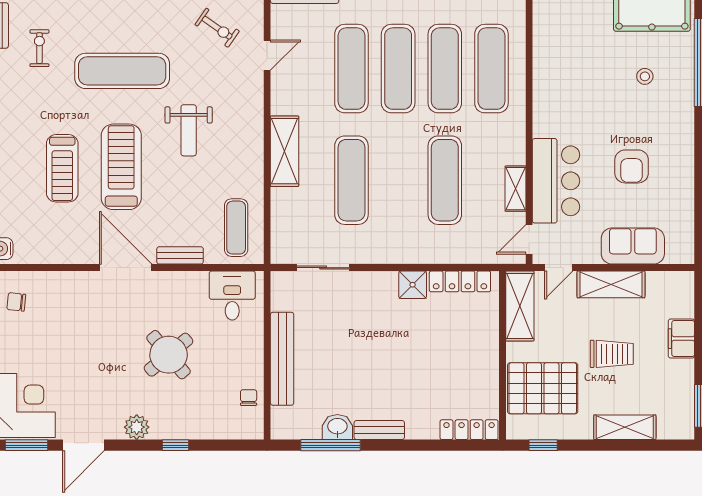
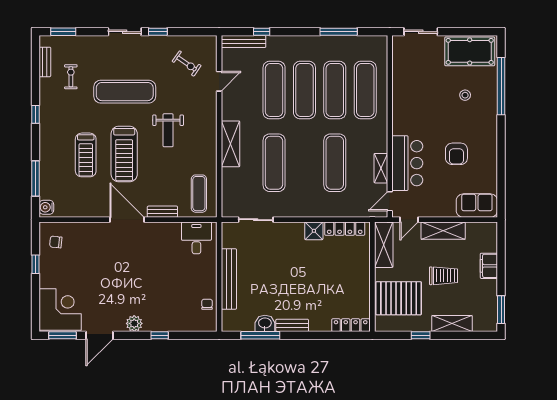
treadmill: (121, 167) -> (124, 154), turned 180
sofa: (633, 246) -> (477, 206), moved
round table: (169, 355) -> (155, 276), removed
window: (543, 445) -> (421, 335), moved

